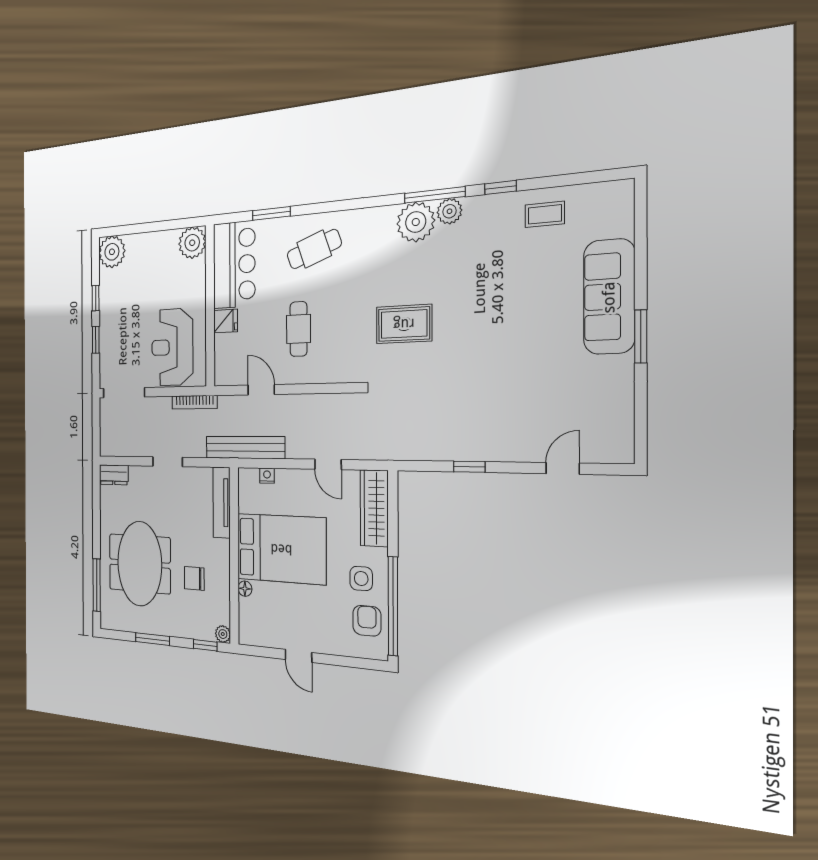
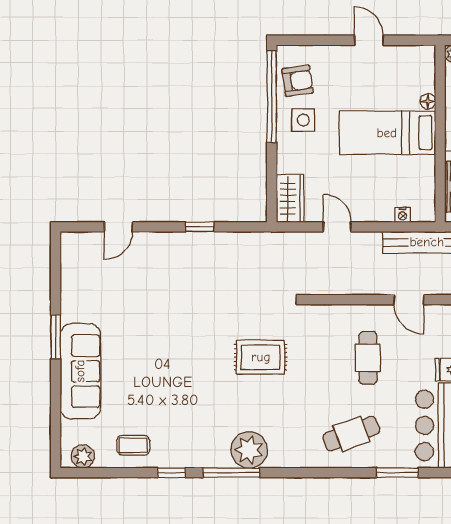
plant: (449, 211) -> (83, 456), moved
wardrobe: (374, 508) -> (290, 199), width x0.67
bed: (281, 549) -> (387, 133), width x0.67
armchair: (367, 621) -> (298, 81), turned -98

